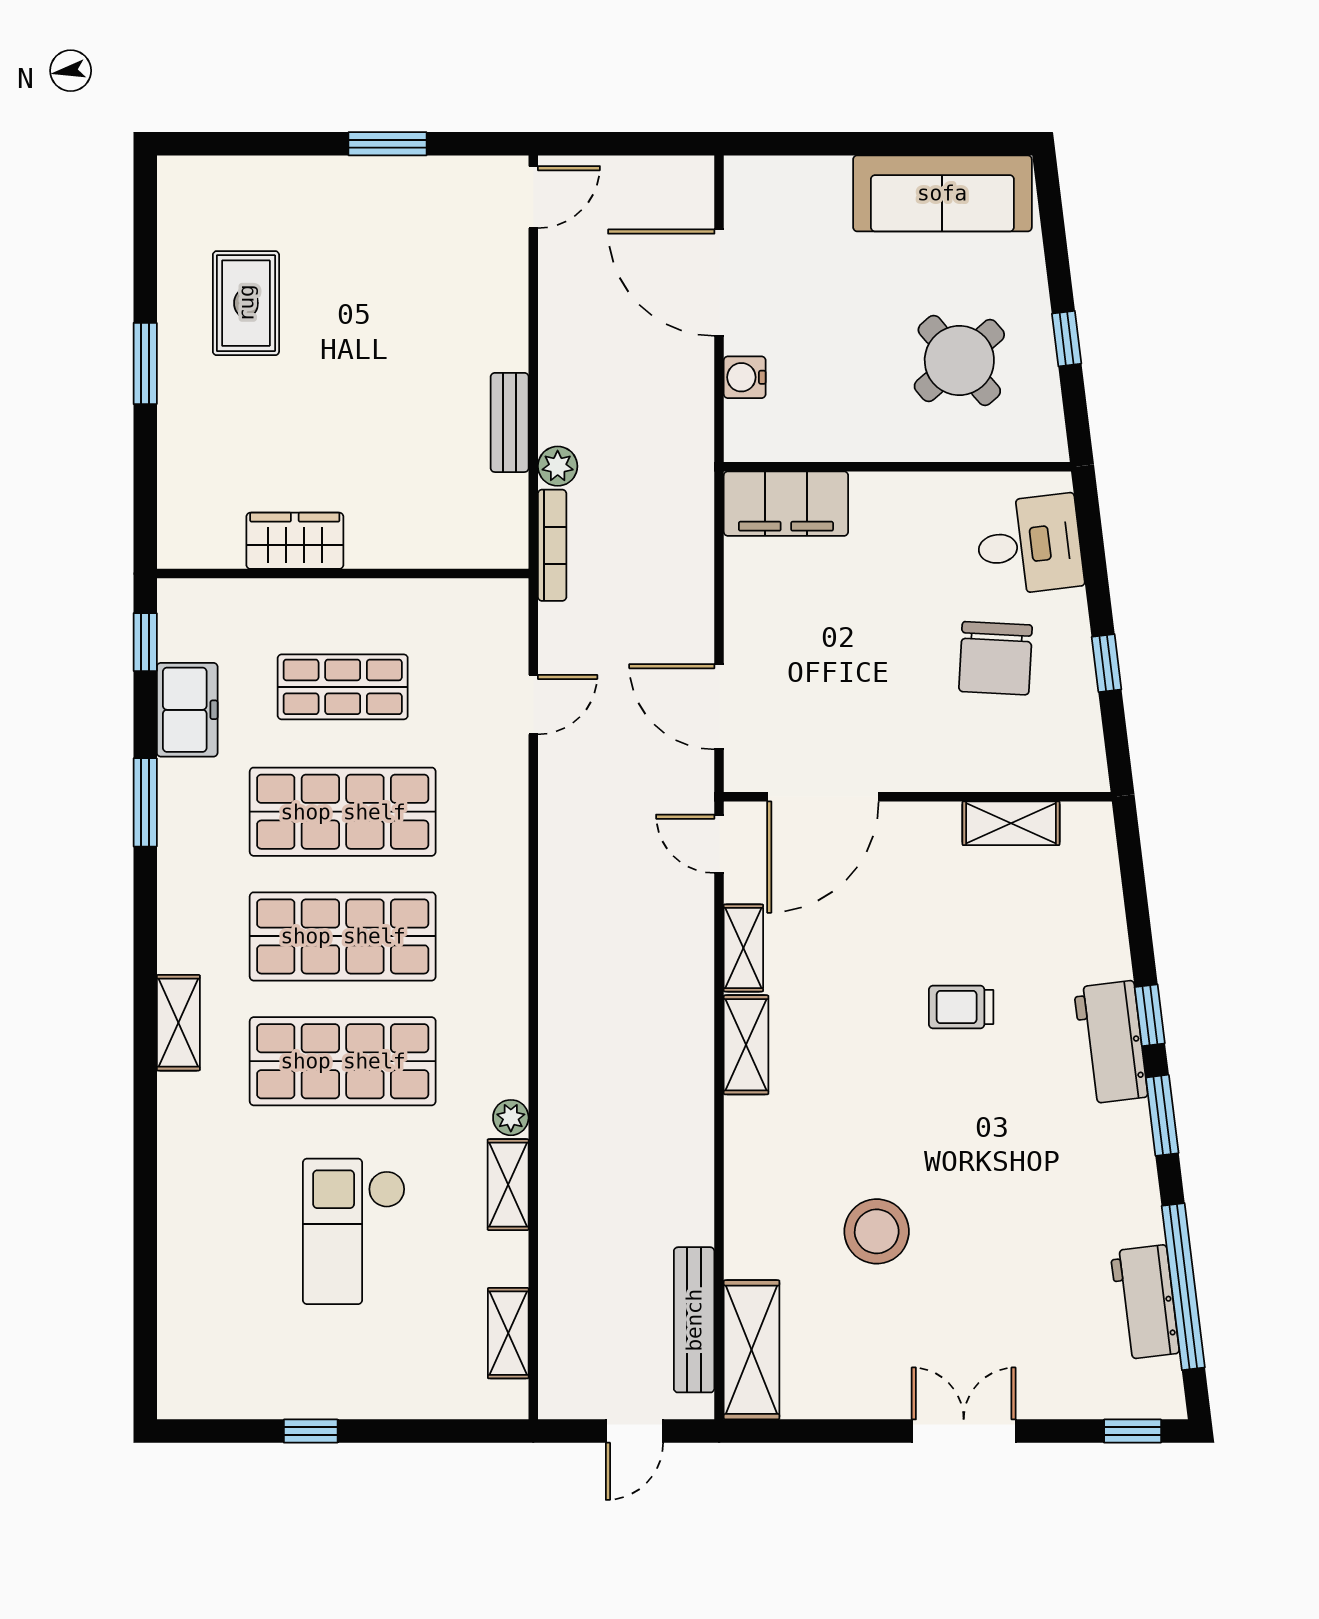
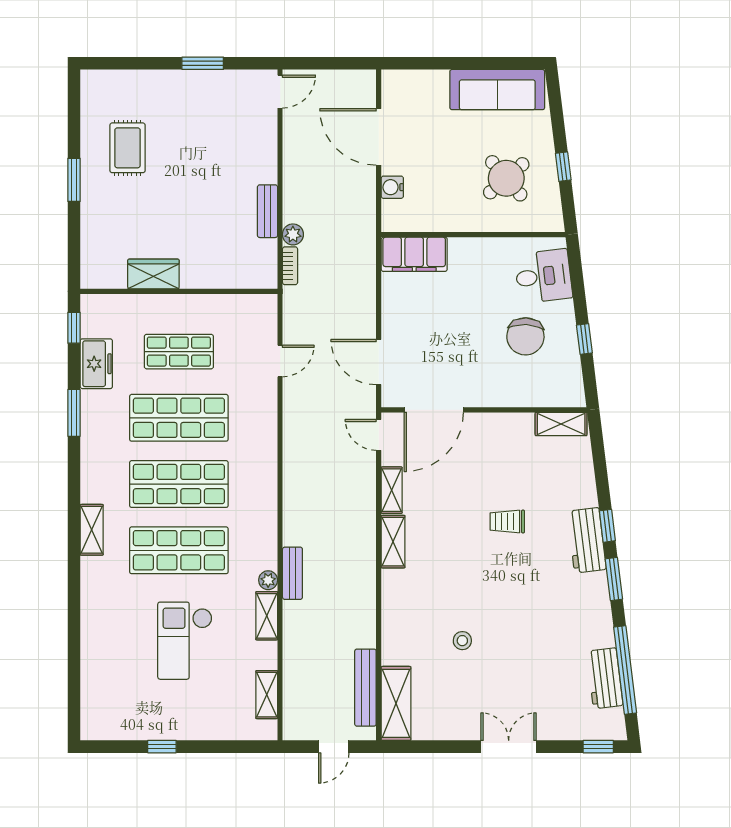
bookcase: (552, 545) -> (290, 266), width x0.64
shelving: (1011, 823) -> (561, 424), moved
bench: (557, 1104) -> (292, 573), added
stool: (877, 1231) -> (462, 641), width x0.53, depth x0.53

